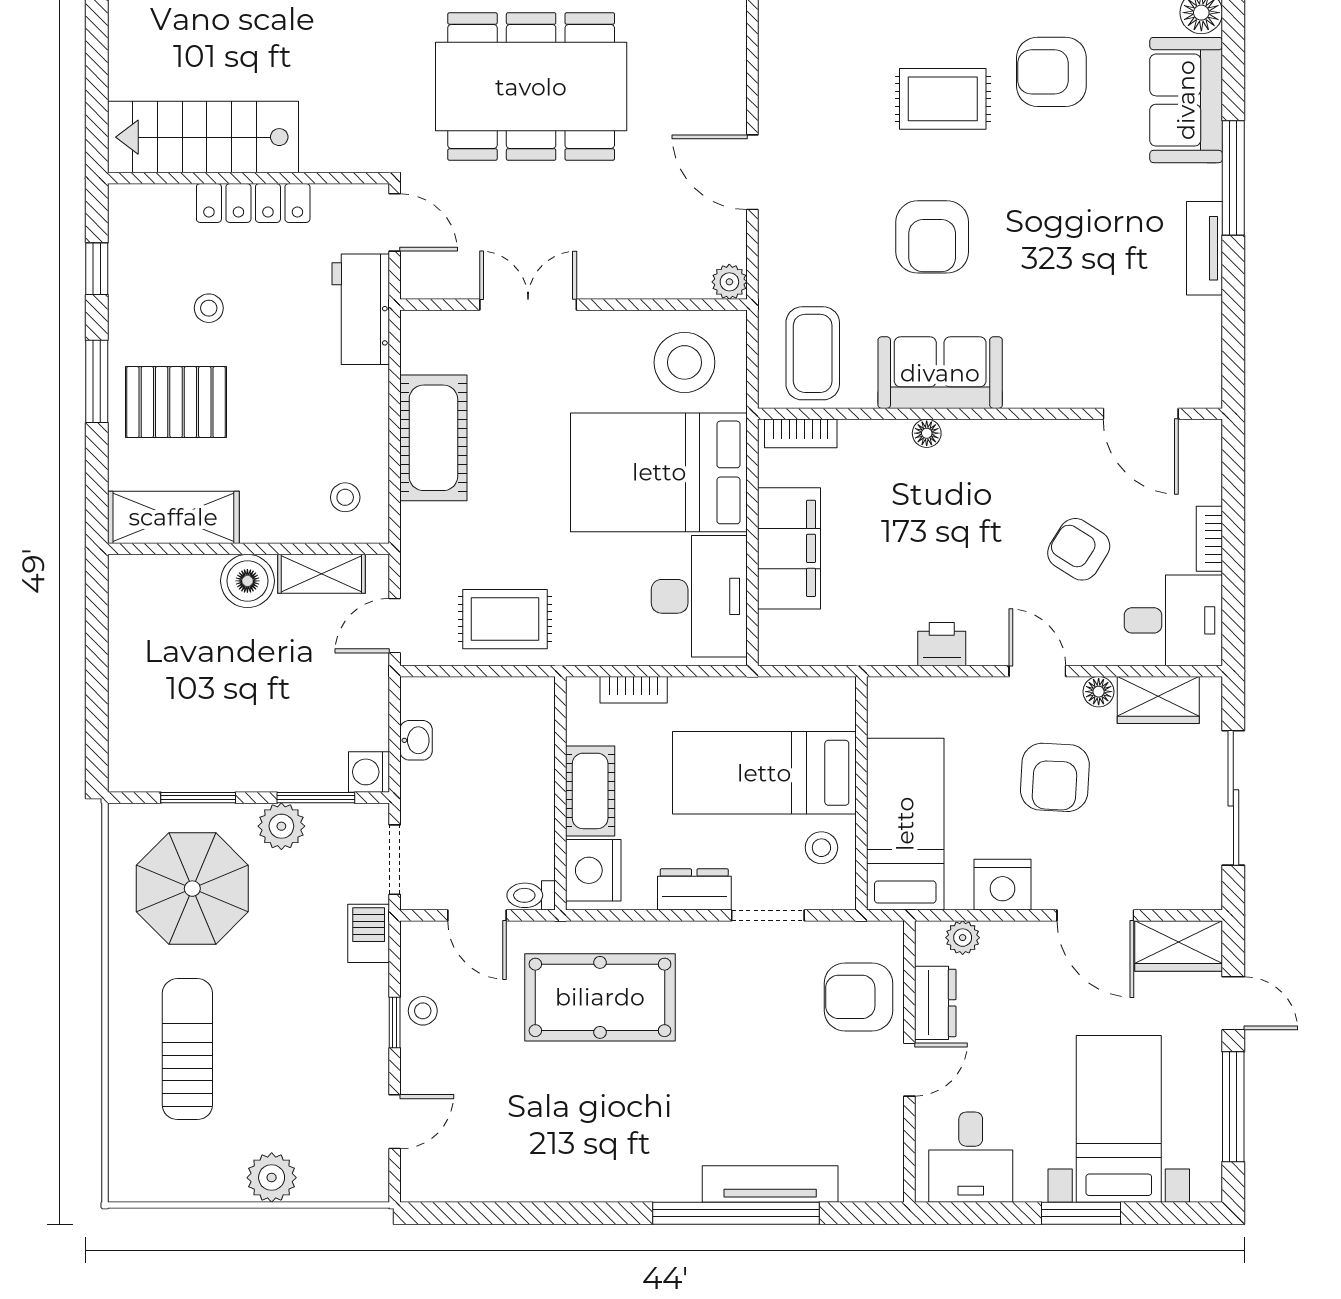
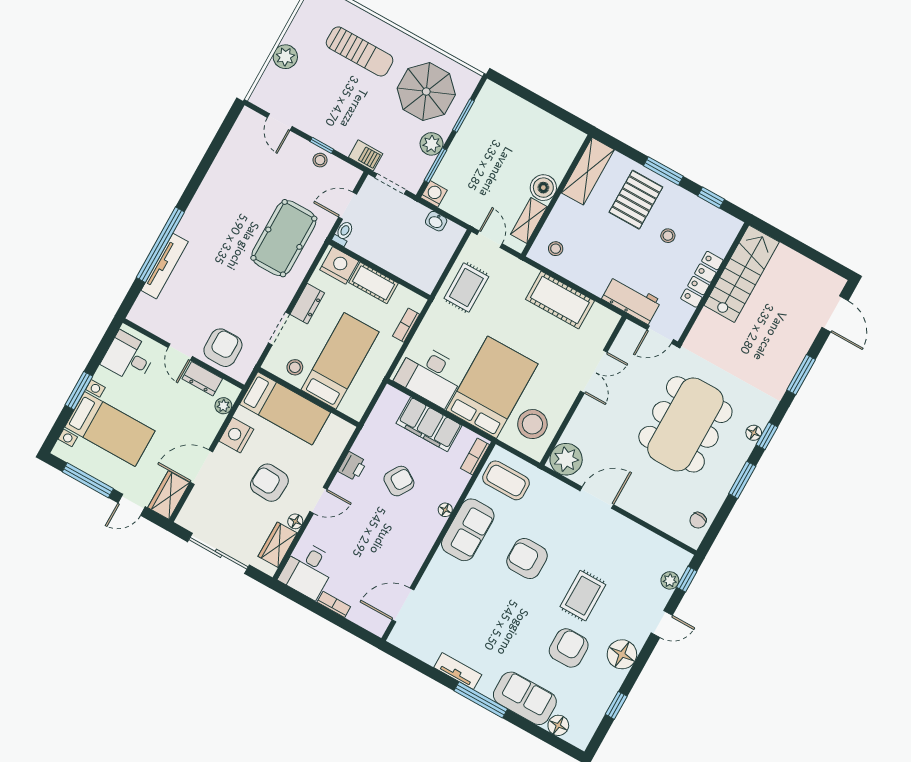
plant: (729, 282) -> (566, 459), width x1.88, depth x1.88
armchair: (1079, 549) -> (399, 481), moved

